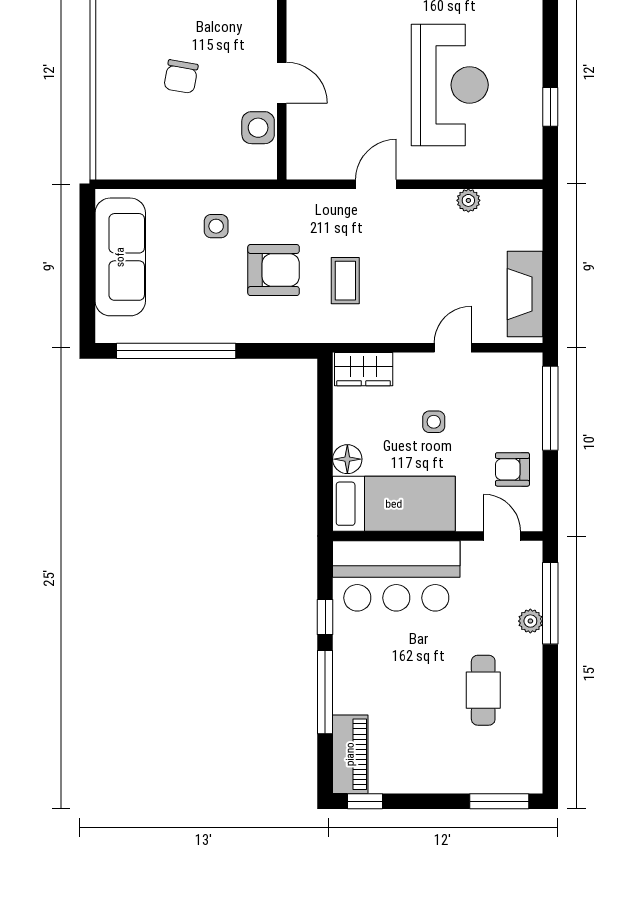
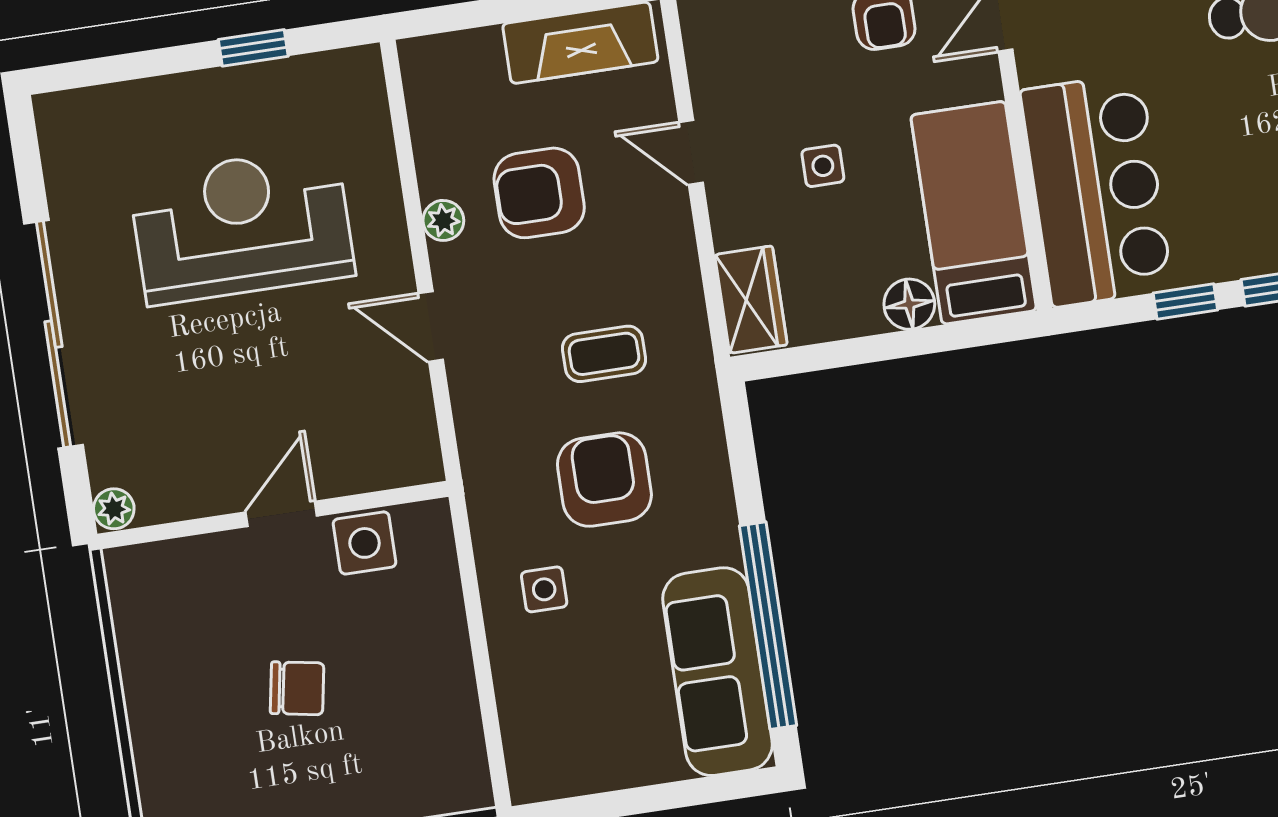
plant: (468, 200) -> (443, 220), moved
sofa: (120, 257) -> (717, 672), moved, turned -90
armchair: (443, 258) -> (539, 193), added

